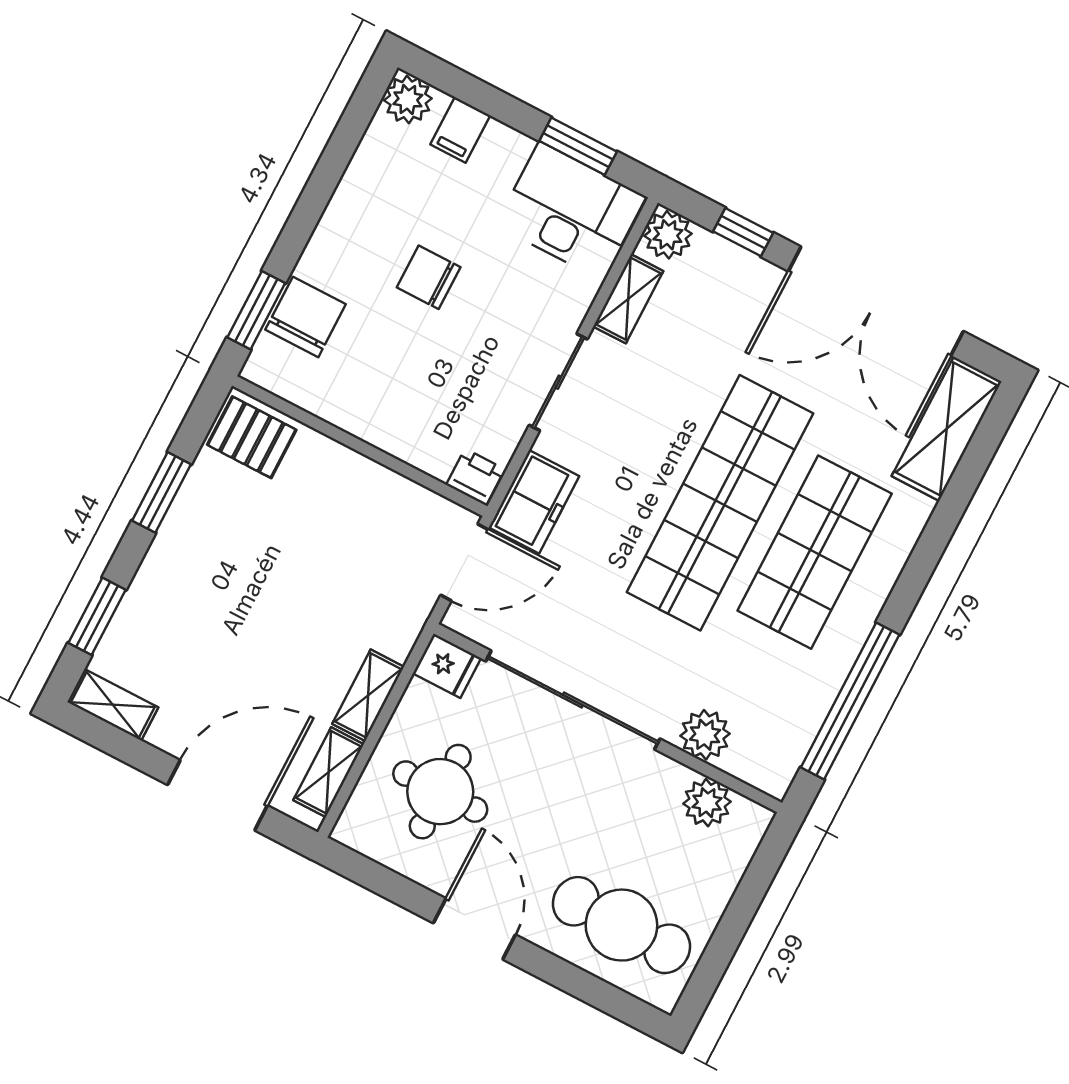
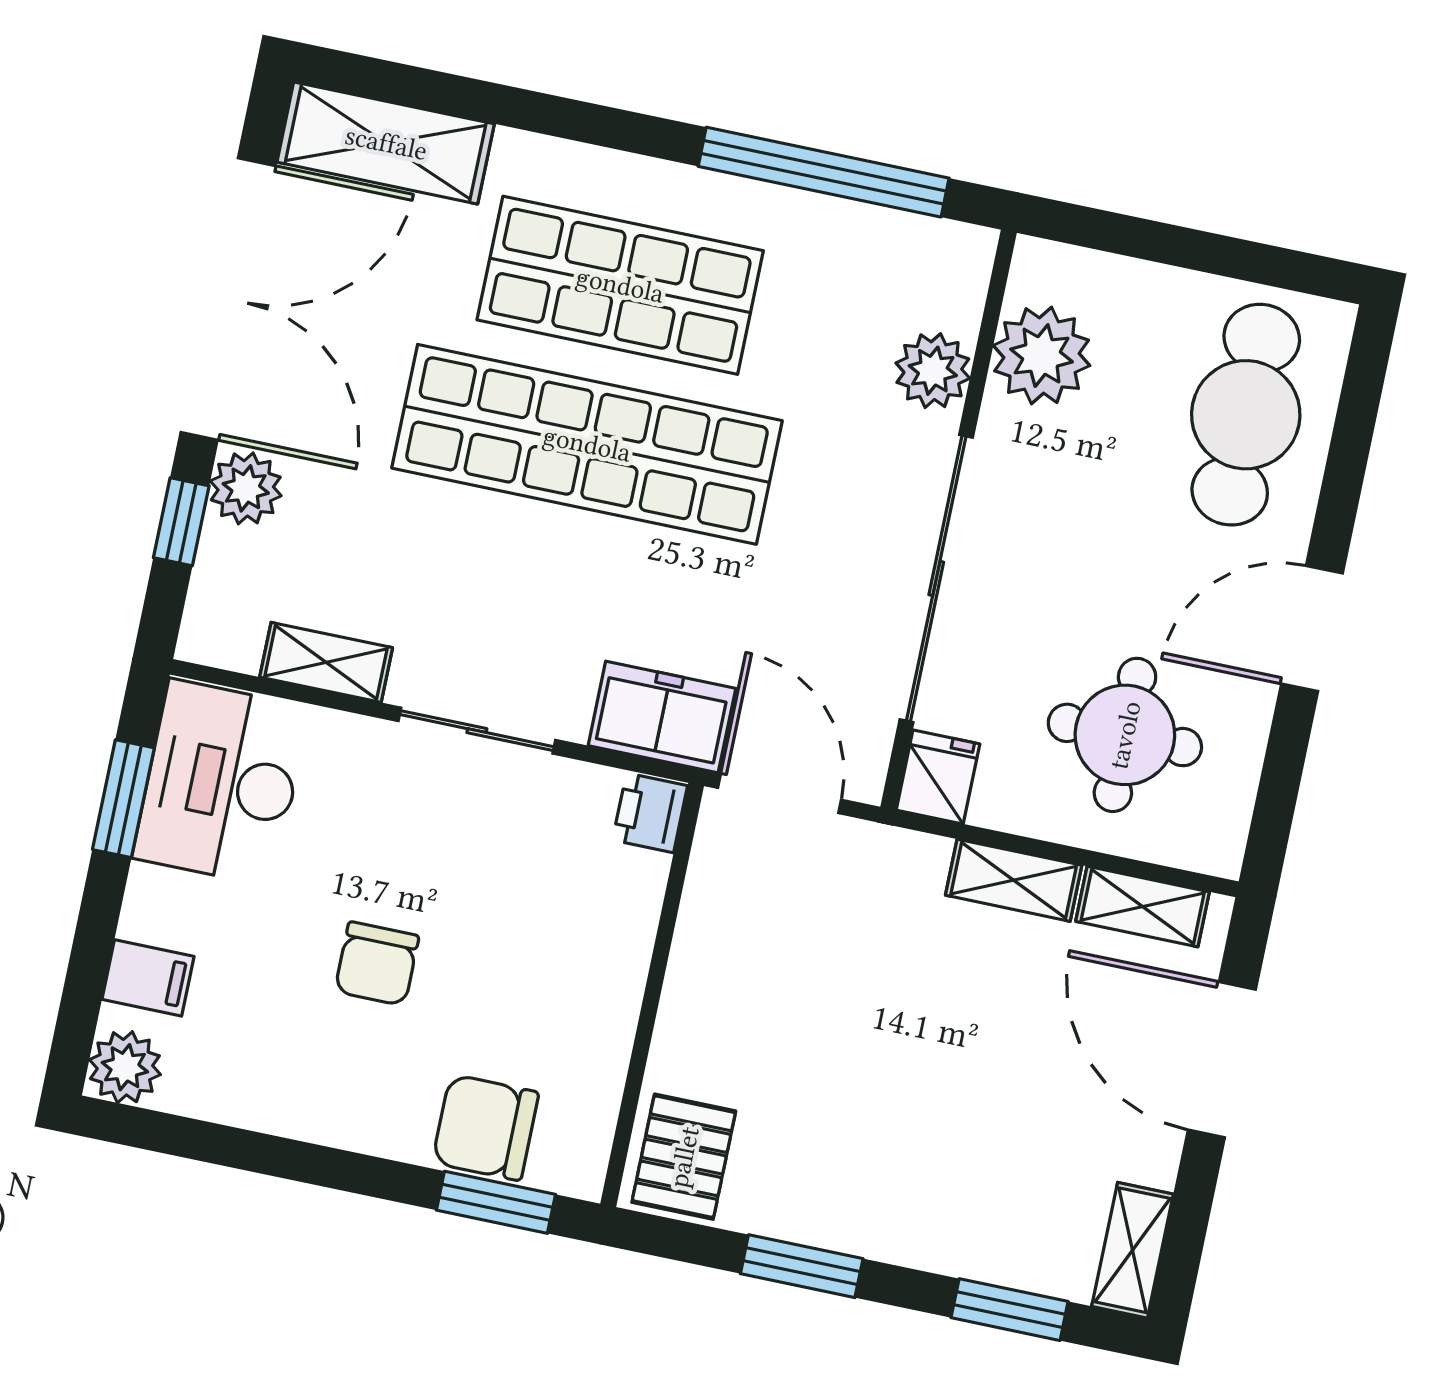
plant: (668, 235) -> (246, 488), moved
plant: (707, 803) -> (1042, 356), width x1.36, depth x1.36

